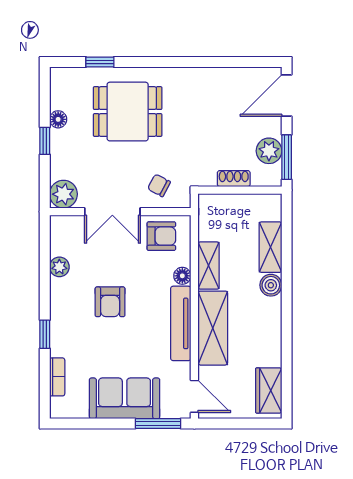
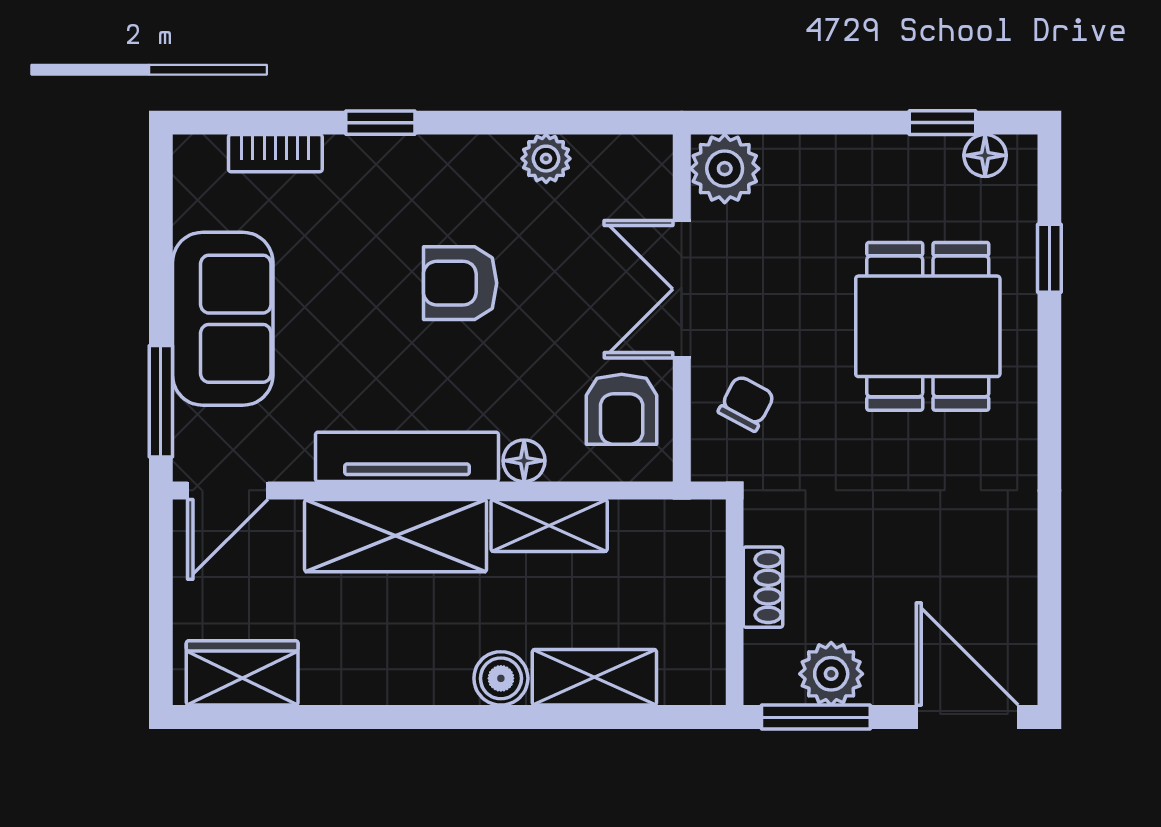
floor lamp: (58, 119) -> (985, 155), moved
window: (45, 141) -> (942, 123), moved

